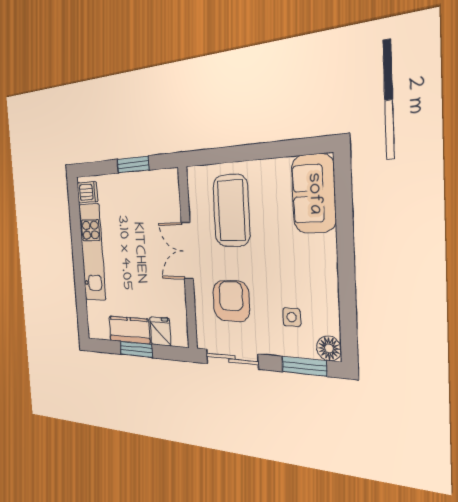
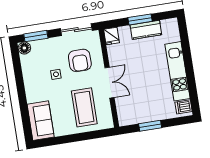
side table: (292, 317) -> (56, 74), moved
fridge: (160, 331) -> (111, 36), moved

